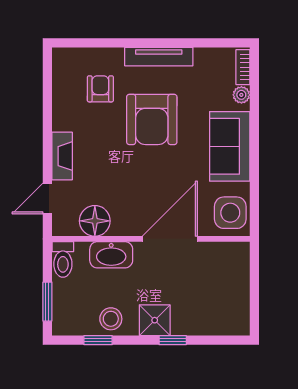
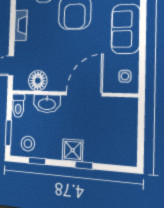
fireplace: (62, 156) -> (21, 25), moved
side table: (230, 213) -> (125, 76), width x0.54, depth x0.54
stool: (111, 319) -> (28, 144), moved

